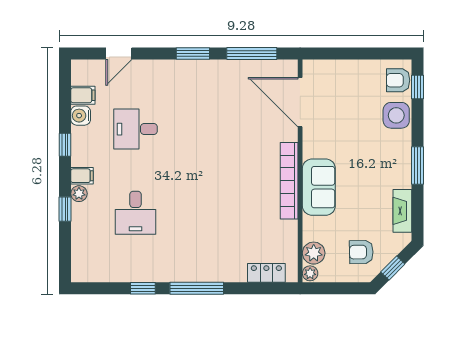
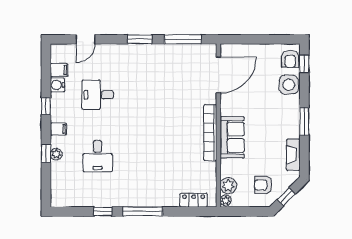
armchair: (398, 80) -> (290, 59), turned -90
door: (300, 102) -> (218, 75), swing flipped
plant: (79, 194) -> (56, 154), moved

